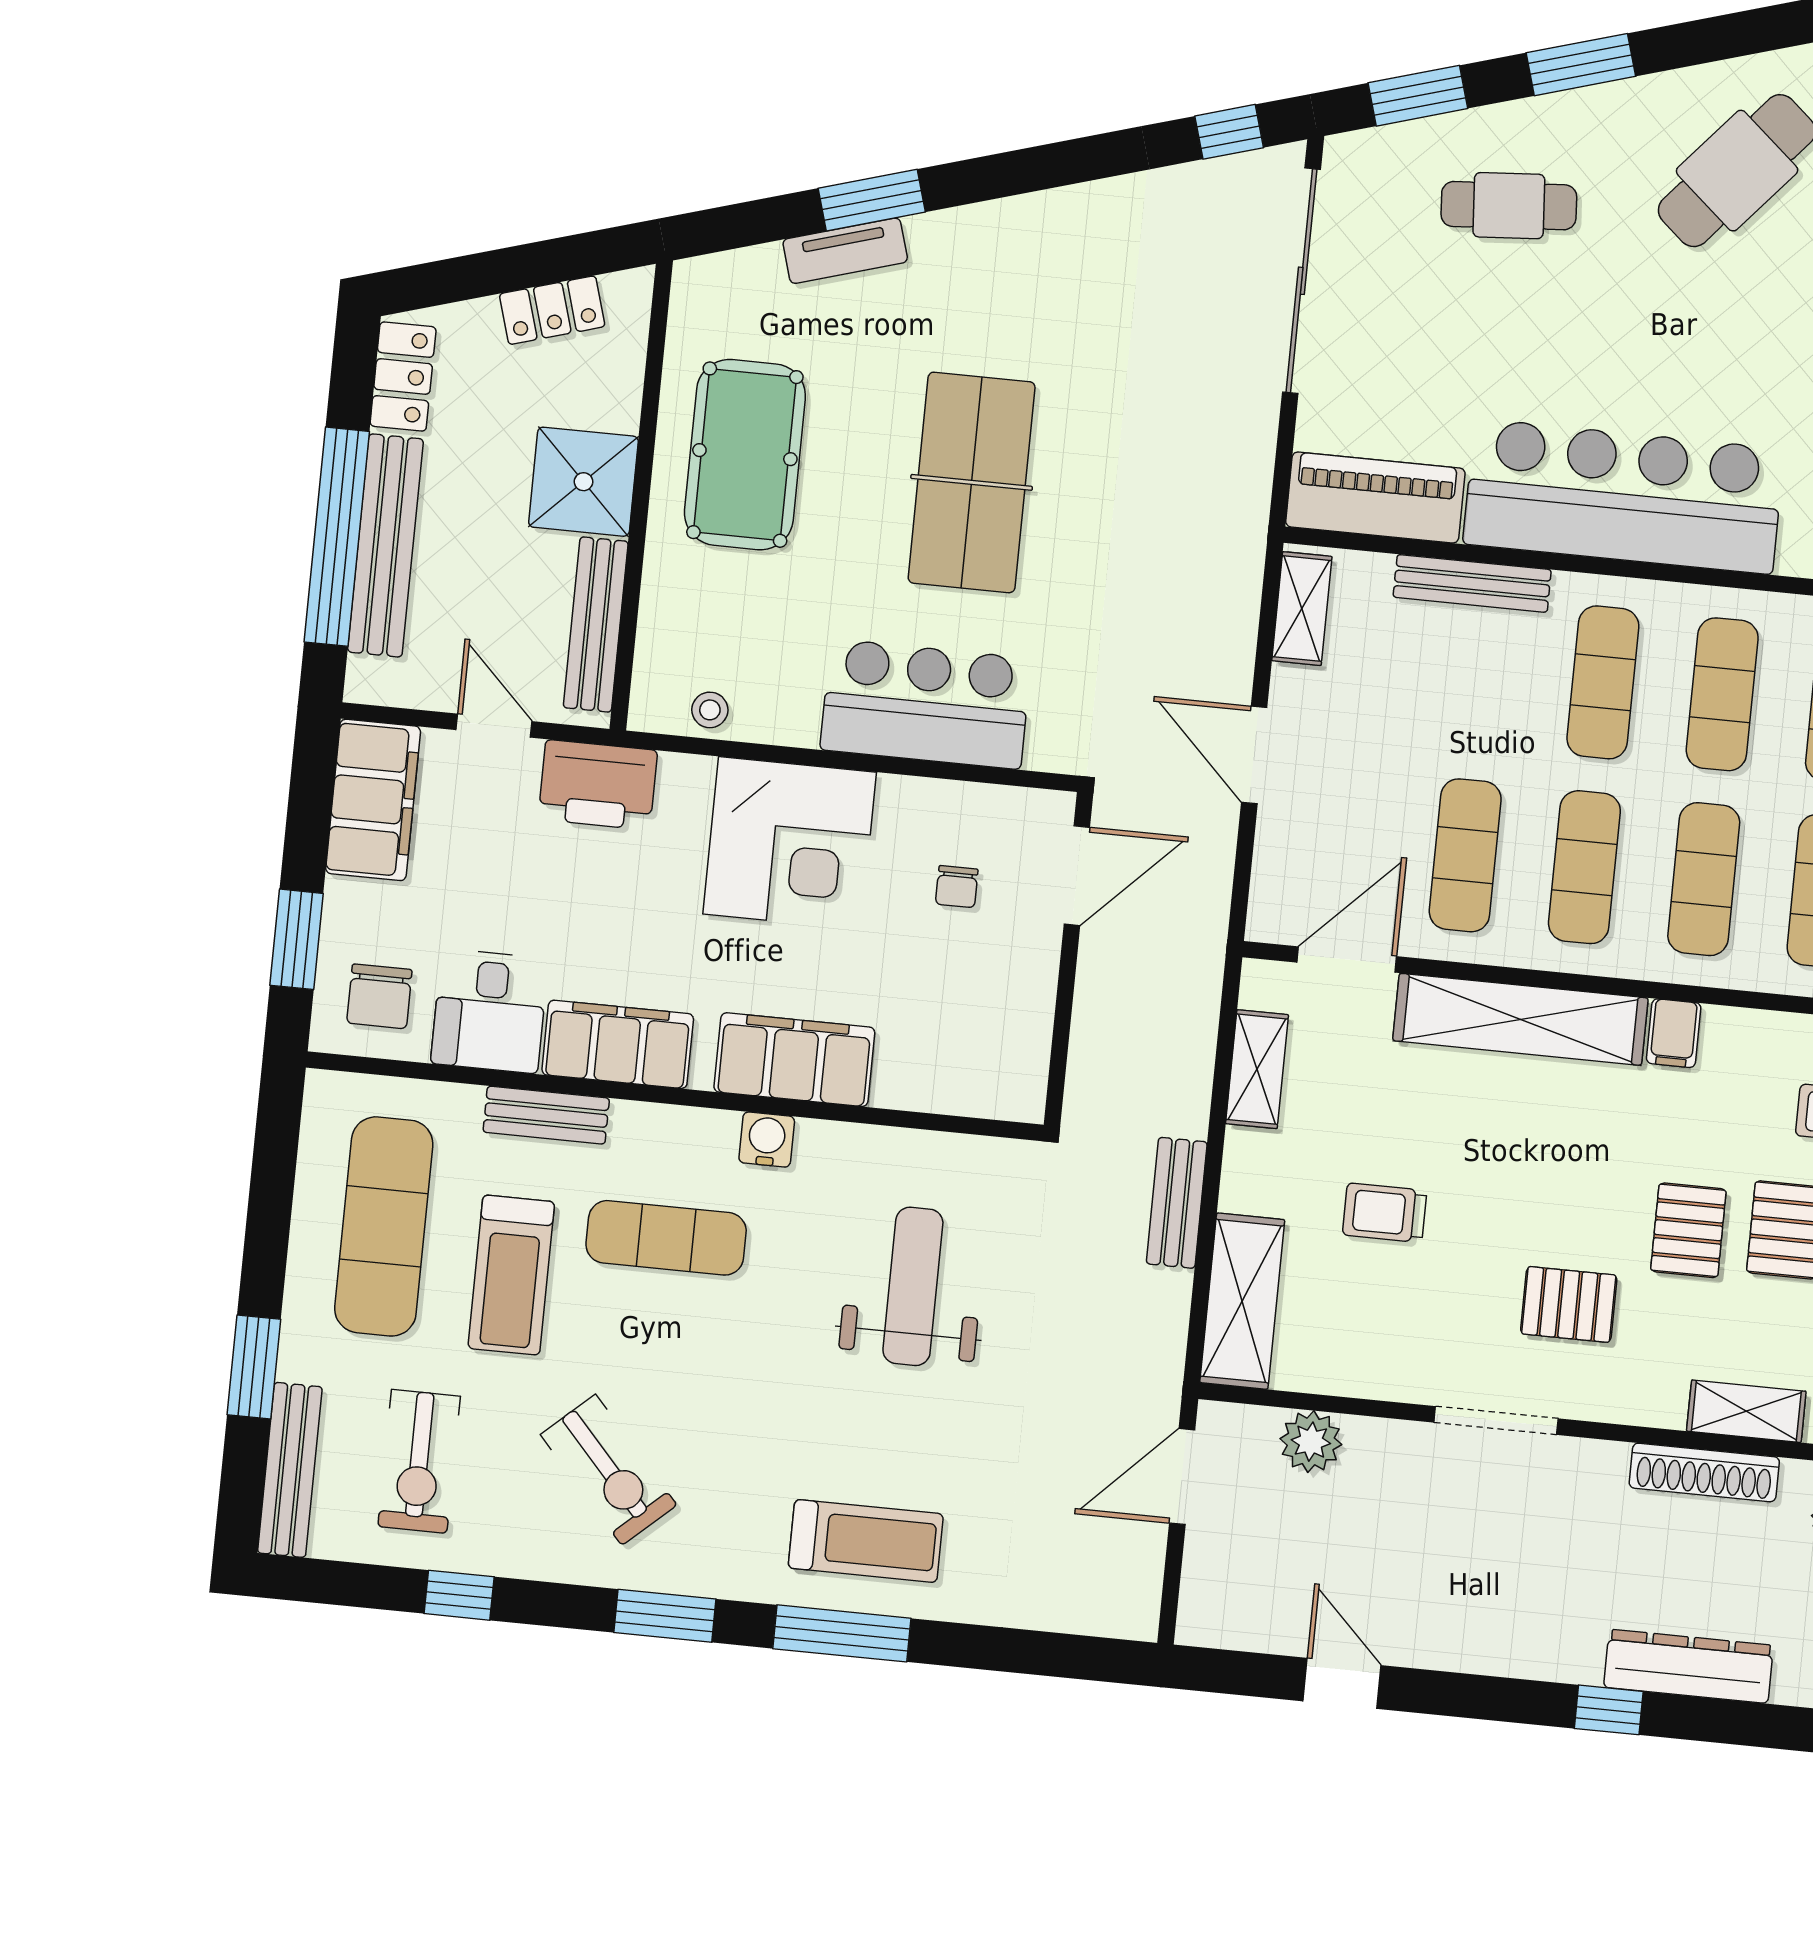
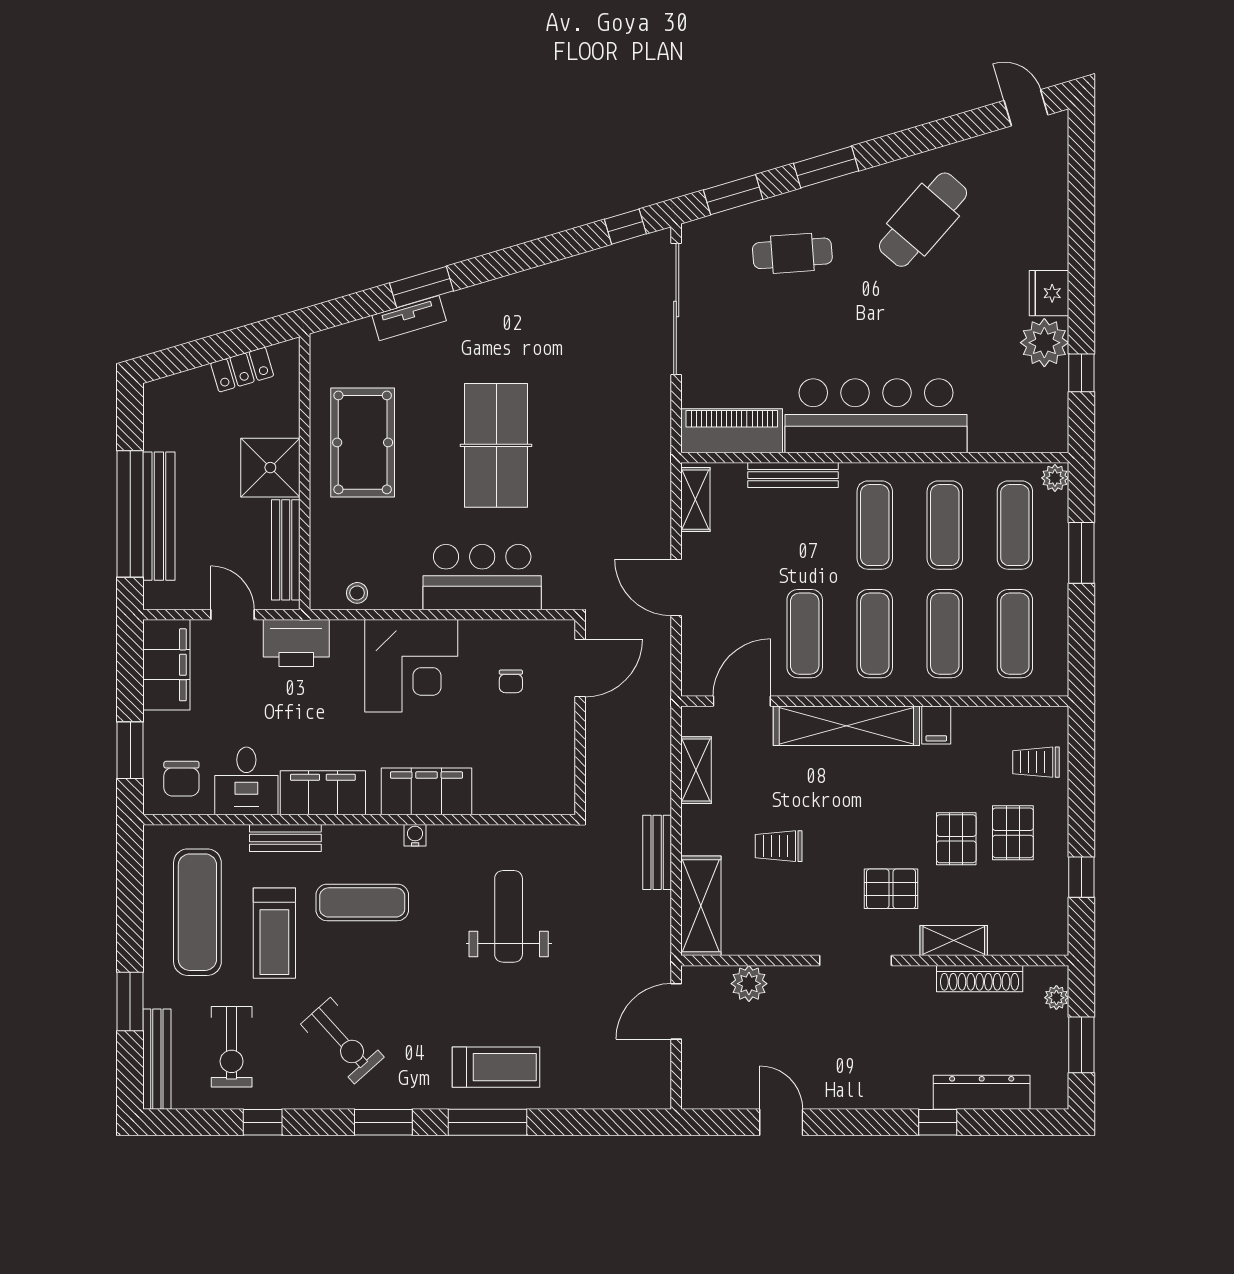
locker: (403, 376) -> (159, 417), removed
water cooler: (767, 1140) -> (415, 835), width x0.72, depth x0.72
shelving: (1746, 1411) -> (954, 941), moved

